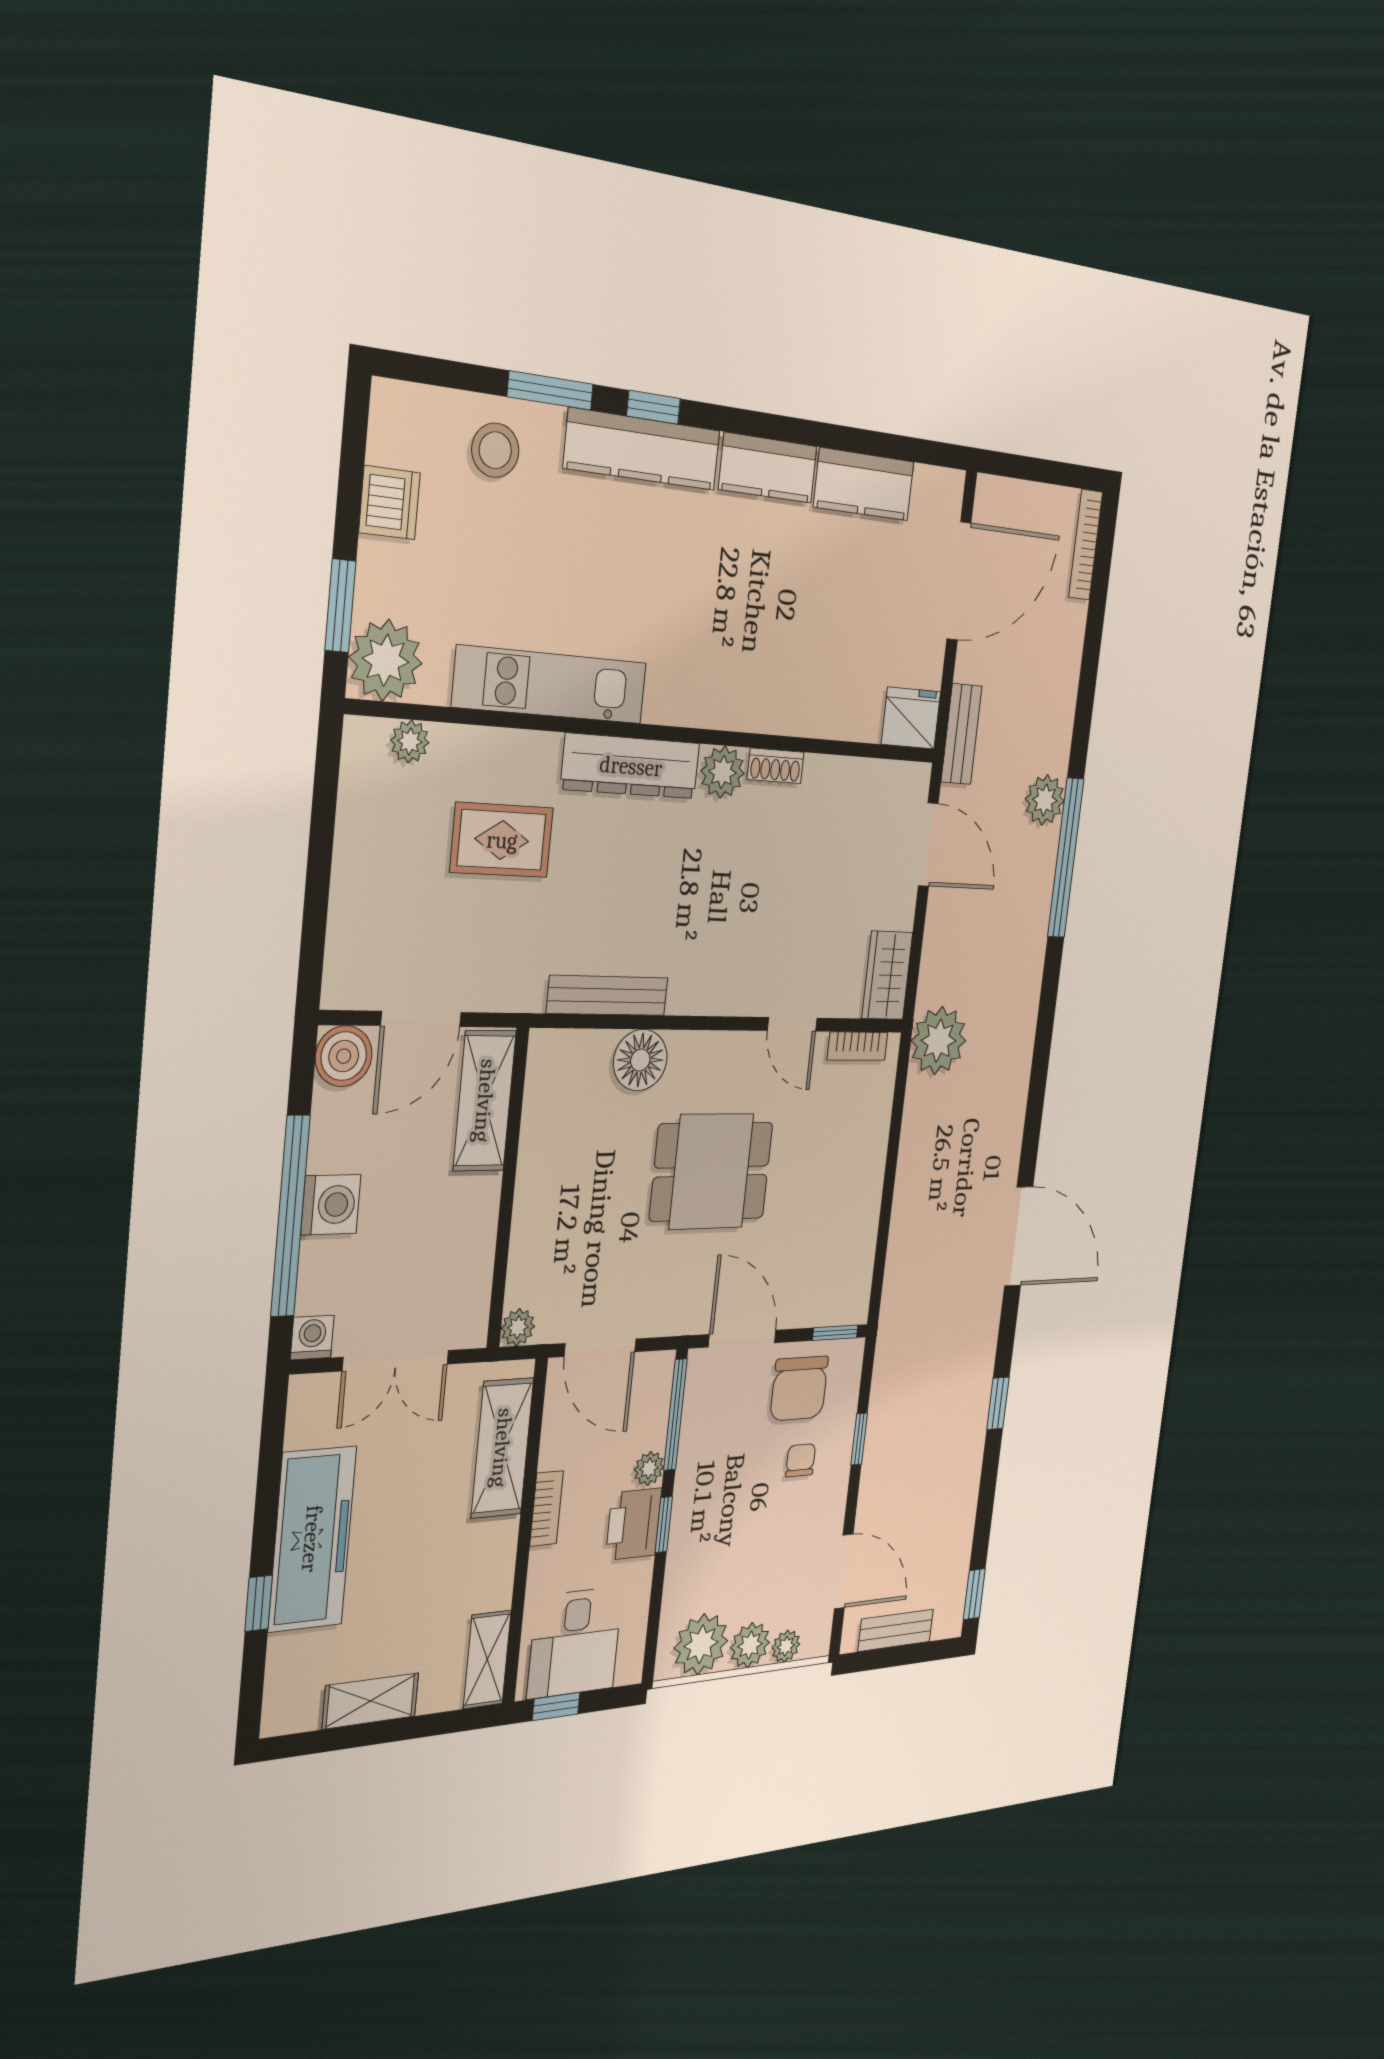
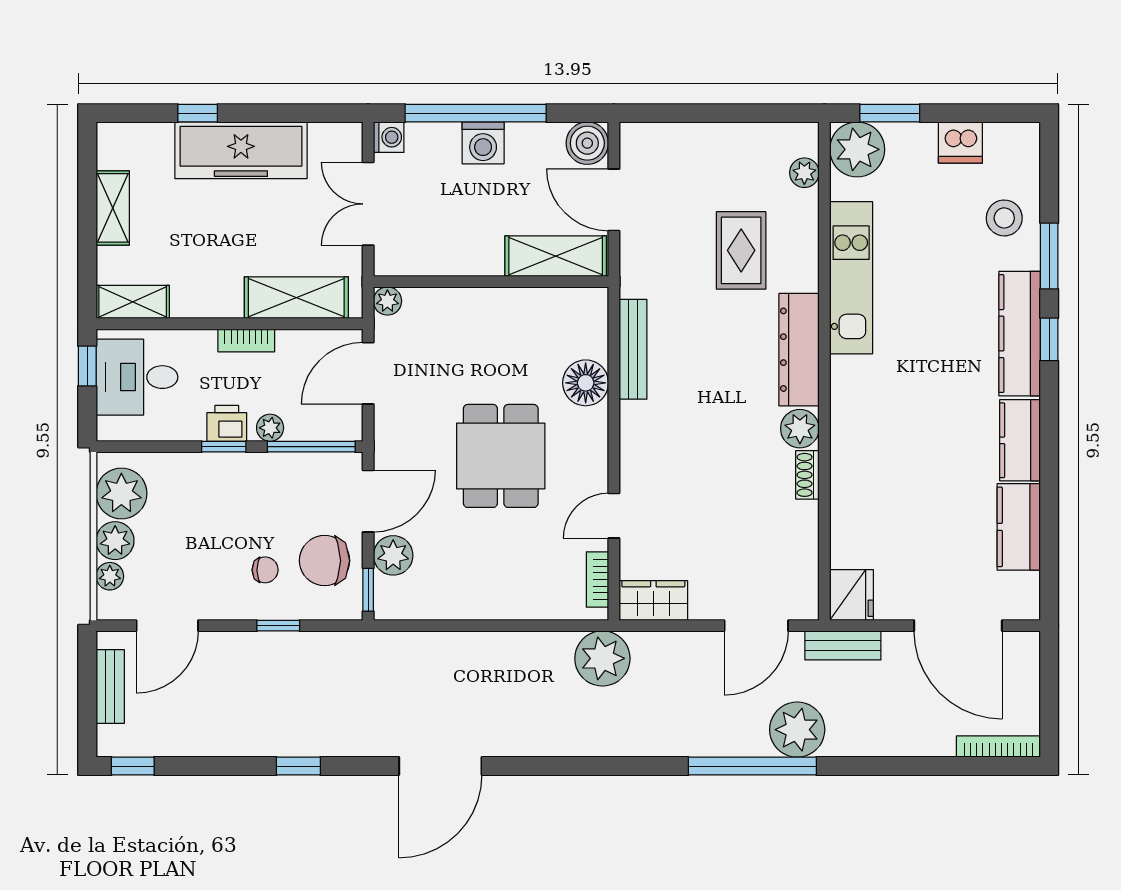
plant: (1045, 800) -> (797, 730), width x1.36, depth x1.36
plant: (803, 1304) -> (393, 555), added
printer: (634, 1524) -> (227, 423), width x0.73, depth x0.81

